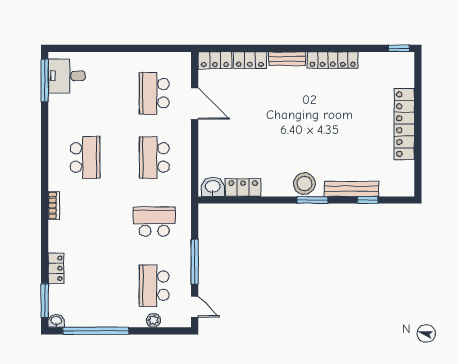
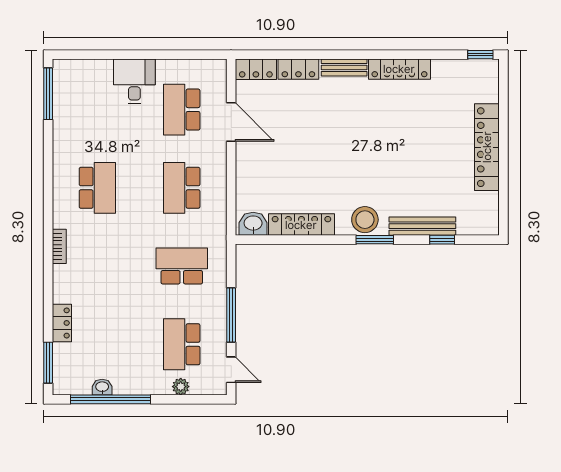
desk: (67, 76) -> (134, 81), moved, turned 90
locker: (243, 188) -> (301, 225), width x1.53
washbasin: (56, 321) -> (102, 387), moved

